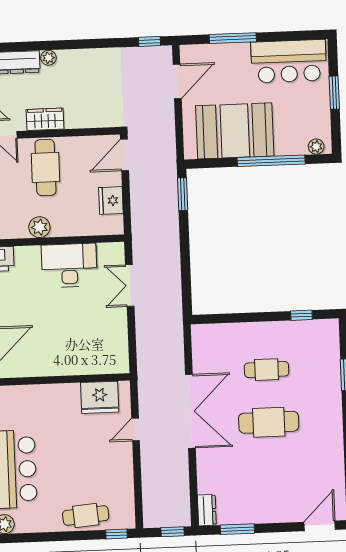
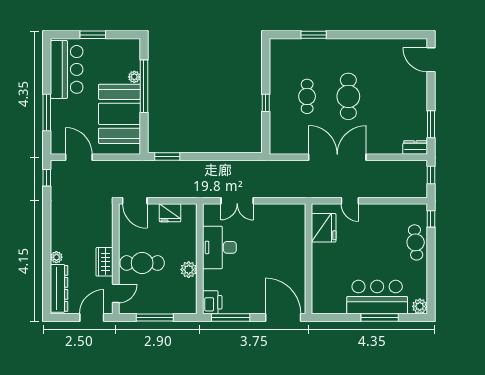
plant: (316, 147) -> (134, 77), moved
window: (301, 315) -> (266, 103), moved

